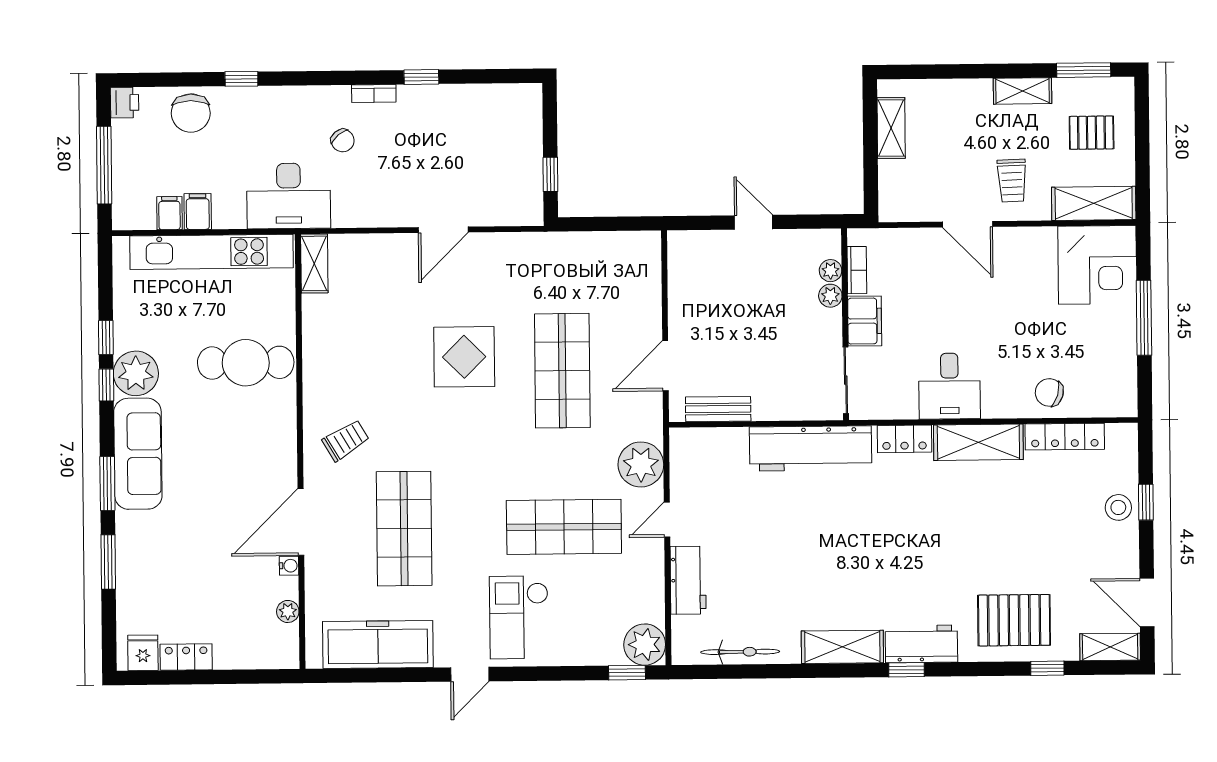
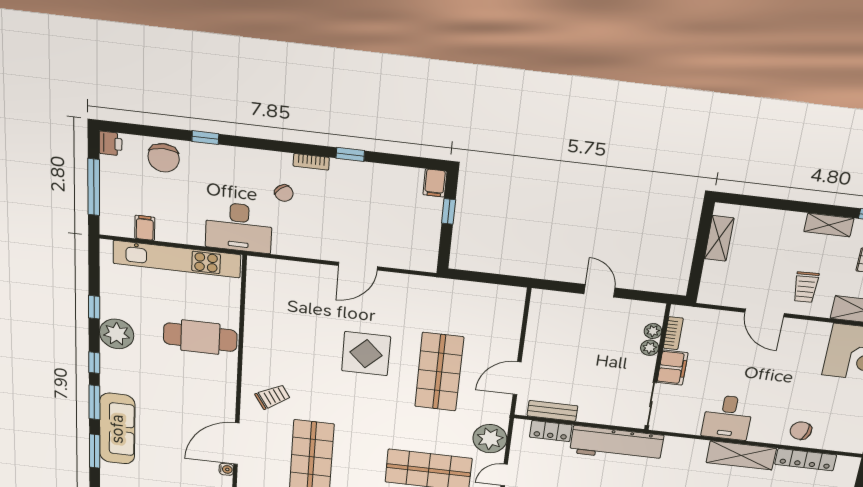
window: (550, 174) -> (449, 211), moved
filing cabinet: (198, 212) -> (435, 183), moved, turned 180
shelving: (314, 263) -> (256, 277), removed
window: (106, 385) -> (94, 363), moved
locker: (904, 439) -> (551, 431), moved
sofa: (138, 454) -> (117, 429), moved

